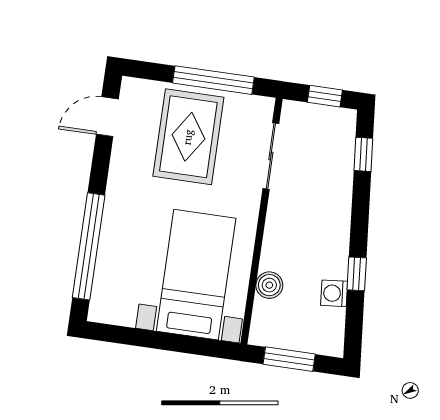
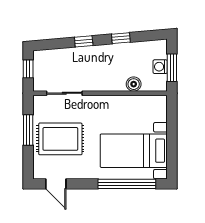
window: (213, 80) -> (28, 130), width x0.69
window: (363, 154) -> (84, 41), moved
bed with nightstands: (196, 275) -> (134, 151), moved
washing machine: (334, 293) -> (160, 67), moved, turned 95

